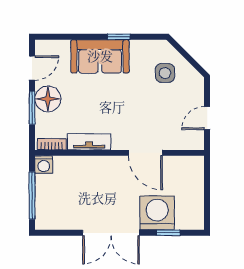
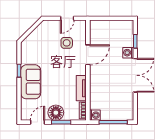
door: (32, 68) -> (38, 122), hinge flipped
side table: (165, 73) -> (67, 43), moved
door: (207, 118) -> (67, 18), hinge flipped
washing machine: (157, 213) -> (128, 53), width x0.53, depth x0.53

